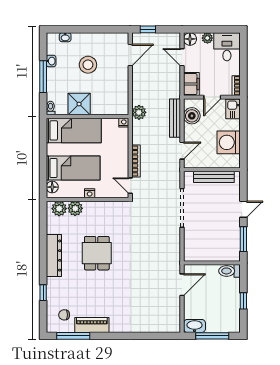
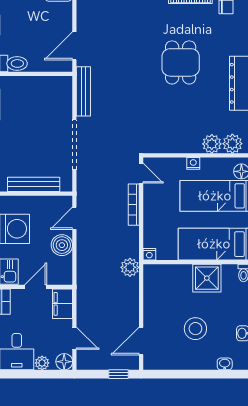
boiler: (192, 116) -> (62, 245), moved
bench: (175, 118) -> (83, 91), moved
dining table: (97, 253) -> (181, 62), moved

